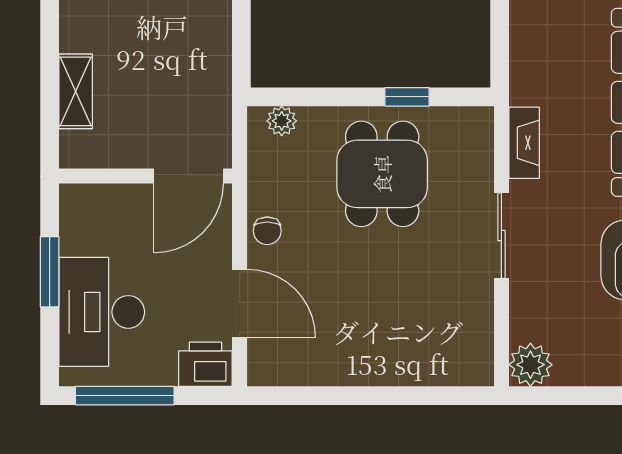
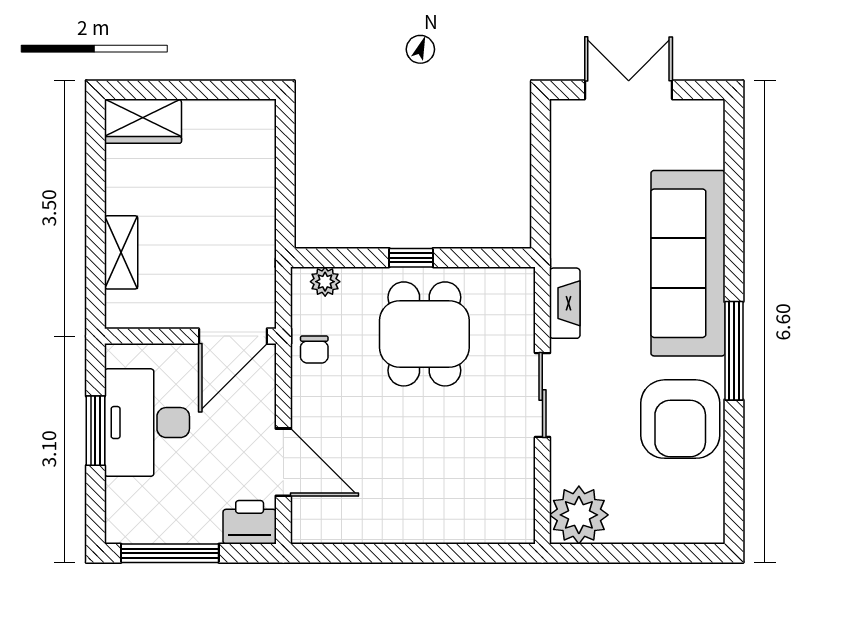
window: (407, 97) -> (411, 258), moved
chair: (267, 231) -> (314, 350), moved
desk: (102, 312) -> (147, 423), moved
plant: (530, 365) -> (579, 515), width x1.36, depth x1.36

